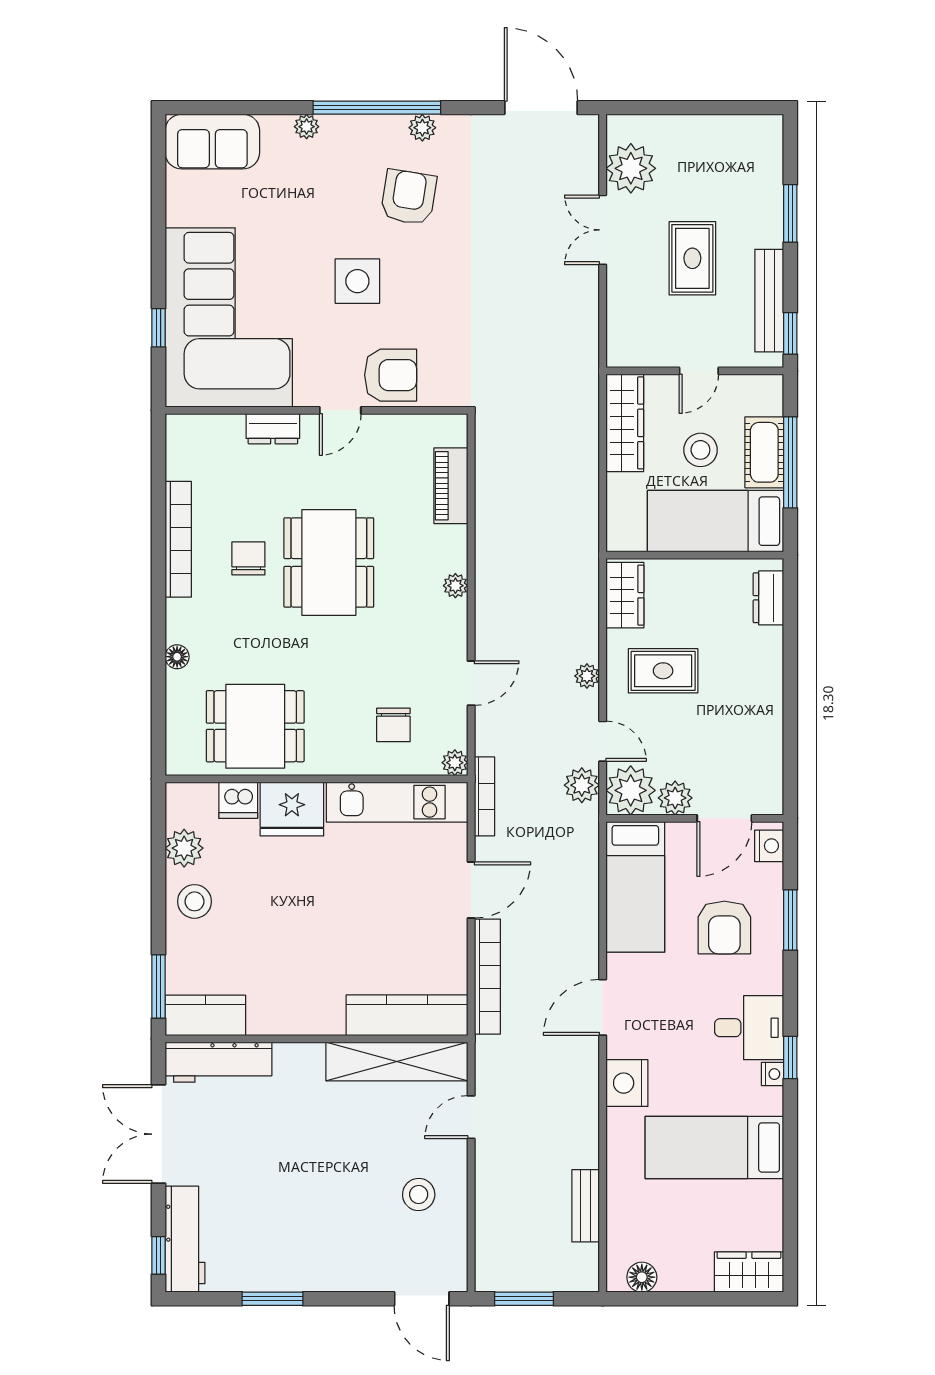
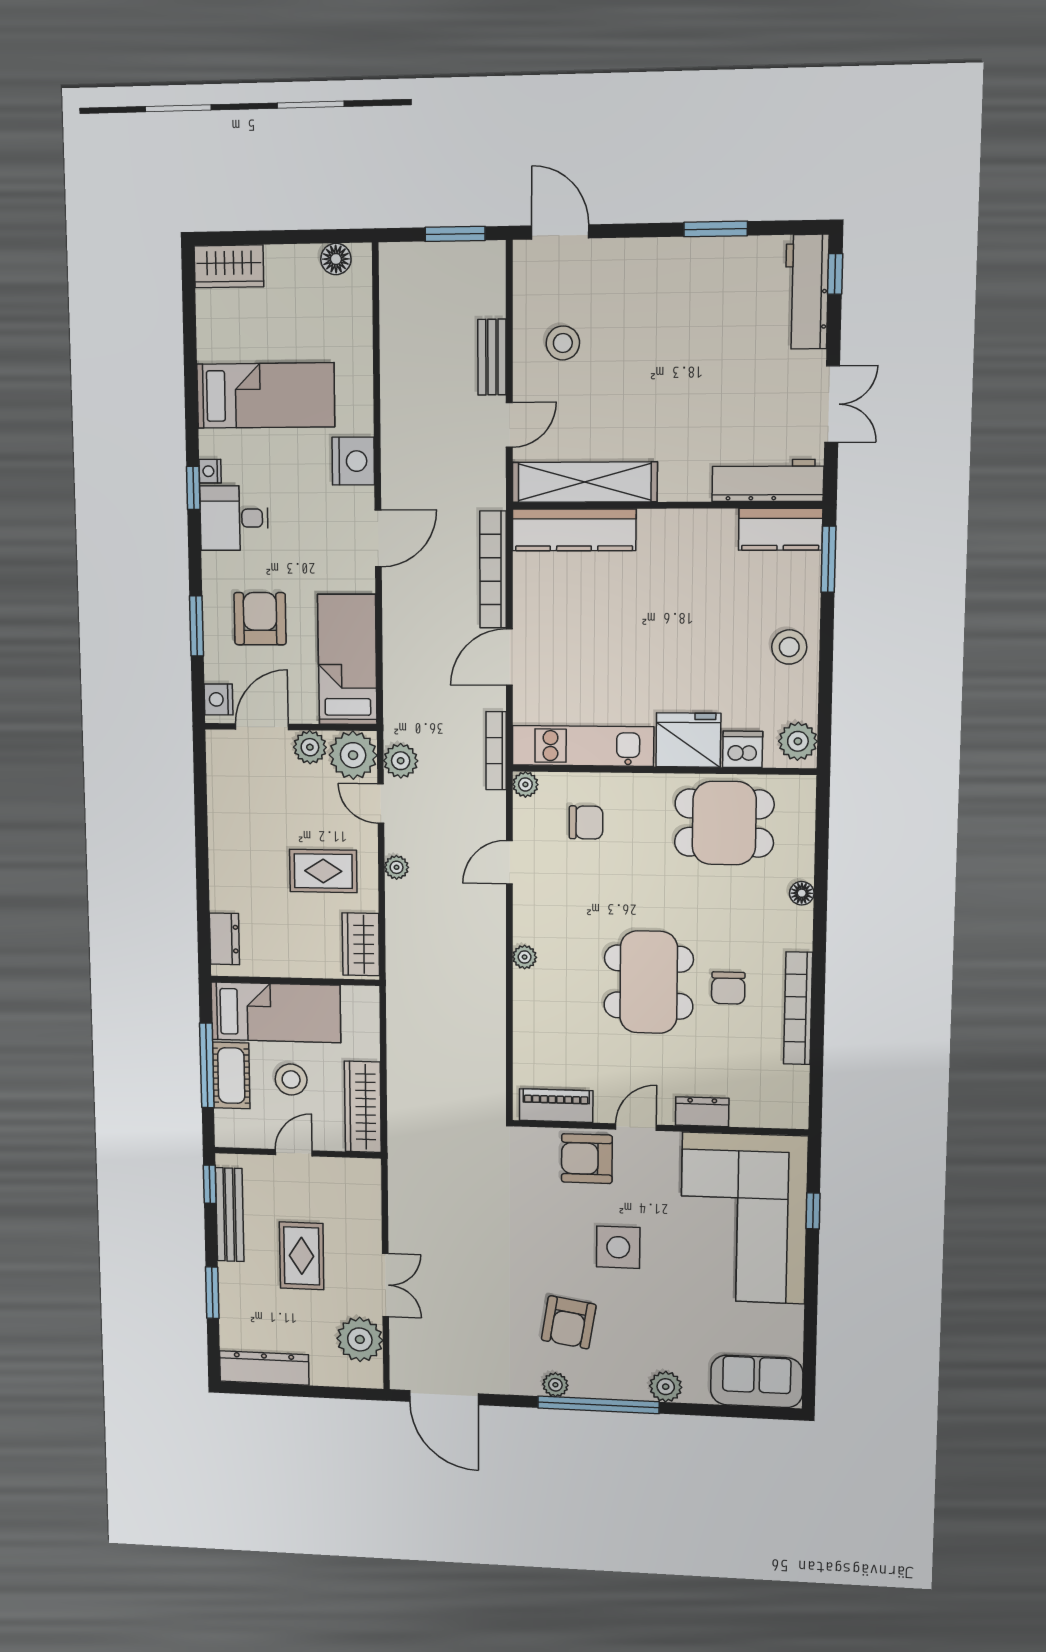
plant: (307, 127) -> (666, 1387), width x1.38, depth x1.38
dresser: (735, 132) -> (264, 1368), added
piano: (451, 486) -> (556, 1106), moved, turned -90
chair: (393, 725) -> (586, 822), turned 90
plant: (184, 848) -> (798, 741), moved
double door: (158, 1134) -> (832, 404), width x0.73
bench: (586, 1206) -> (492, 357), moved

